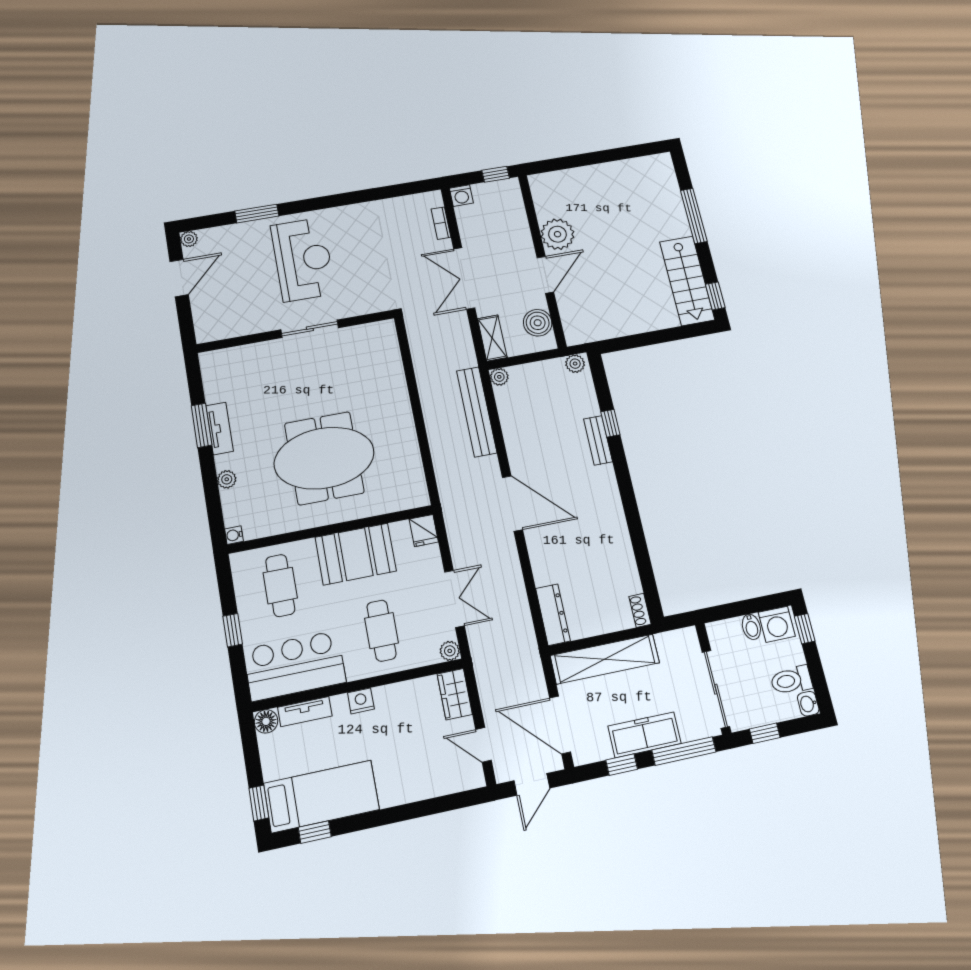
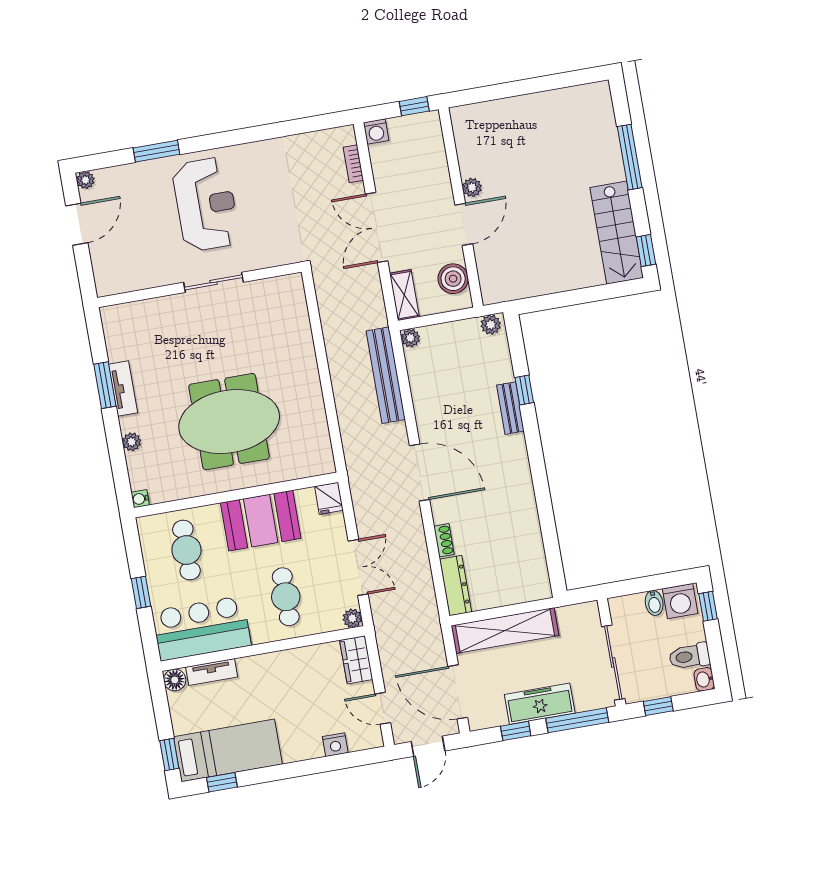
plant: (558, 234) -> (472, 187), width x0.53, depth x0.53
shoe rack: (640, 610) -> (444, 540), moved, turned 180
nightstand: (361, 701) -> (335, 745), moved, turned 180

